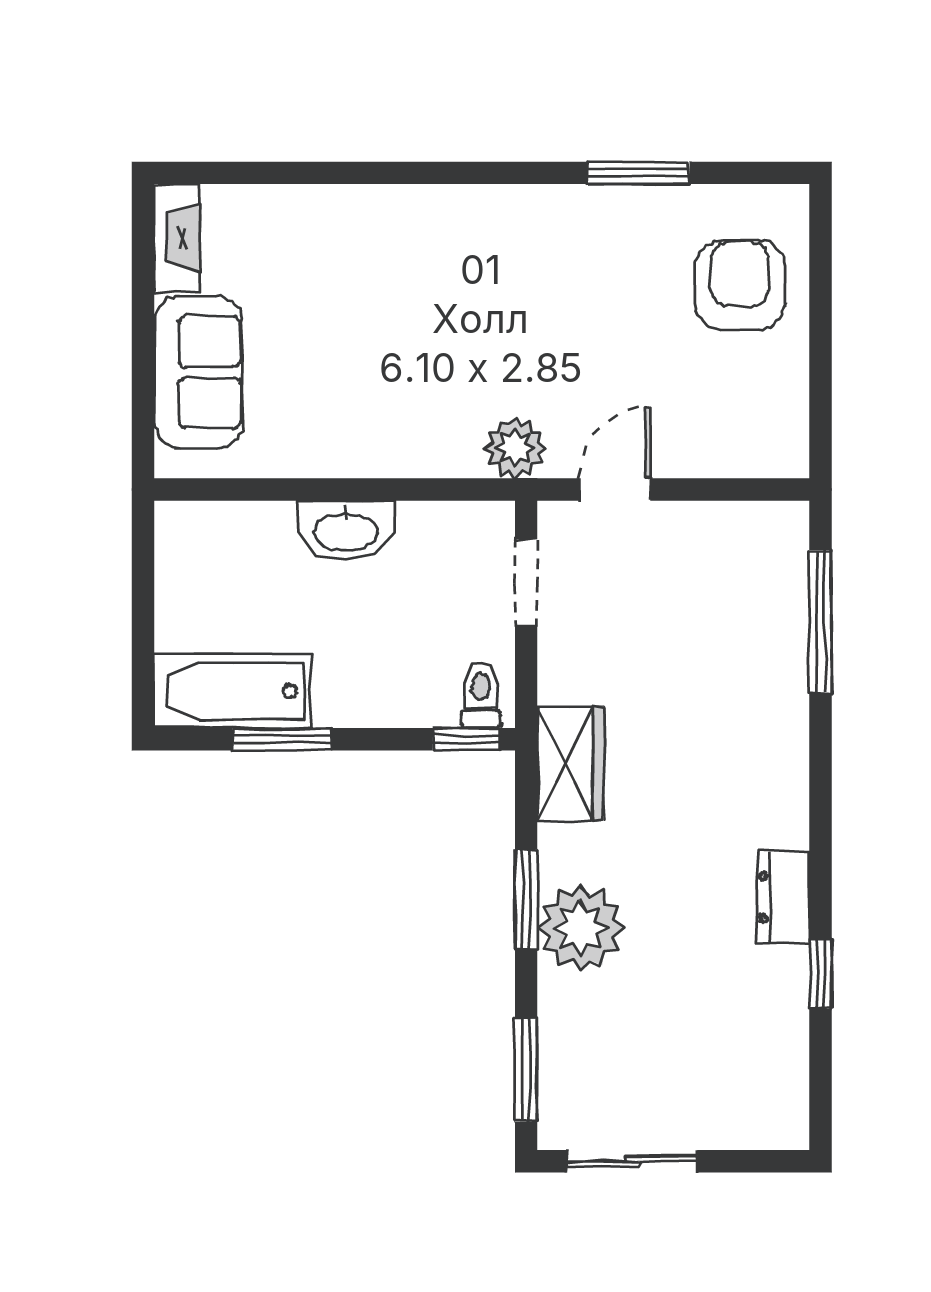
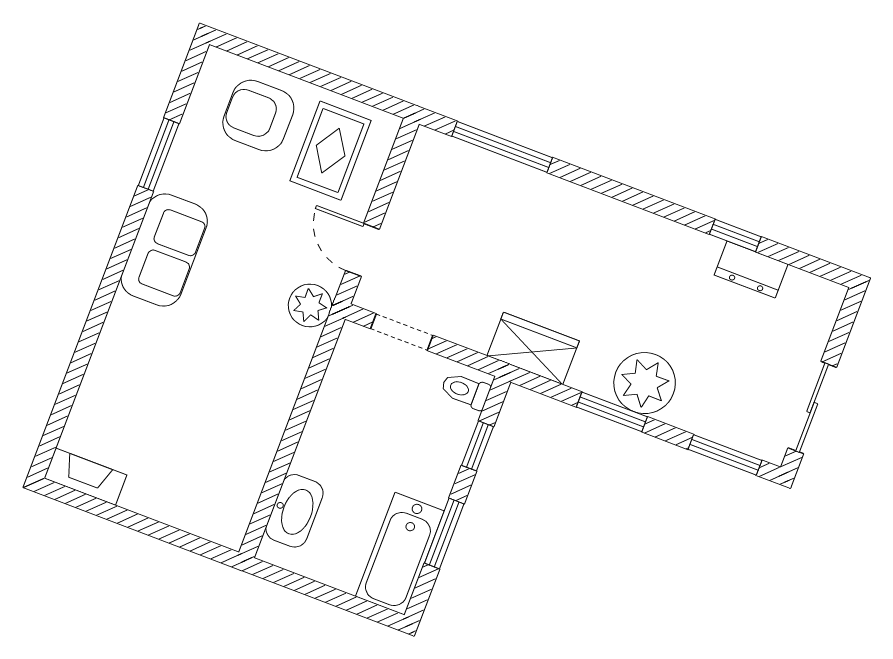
sofa: (198, 372) -> (164, 250), moved, turned 90
rug: (730, 398) -> (331, 151), added
washbasin: (346, 530) -> (294, 511), moved
window: (466, 739) -> (478, 446), moved
dresser: (784, 897) -> (751, 270), moved

